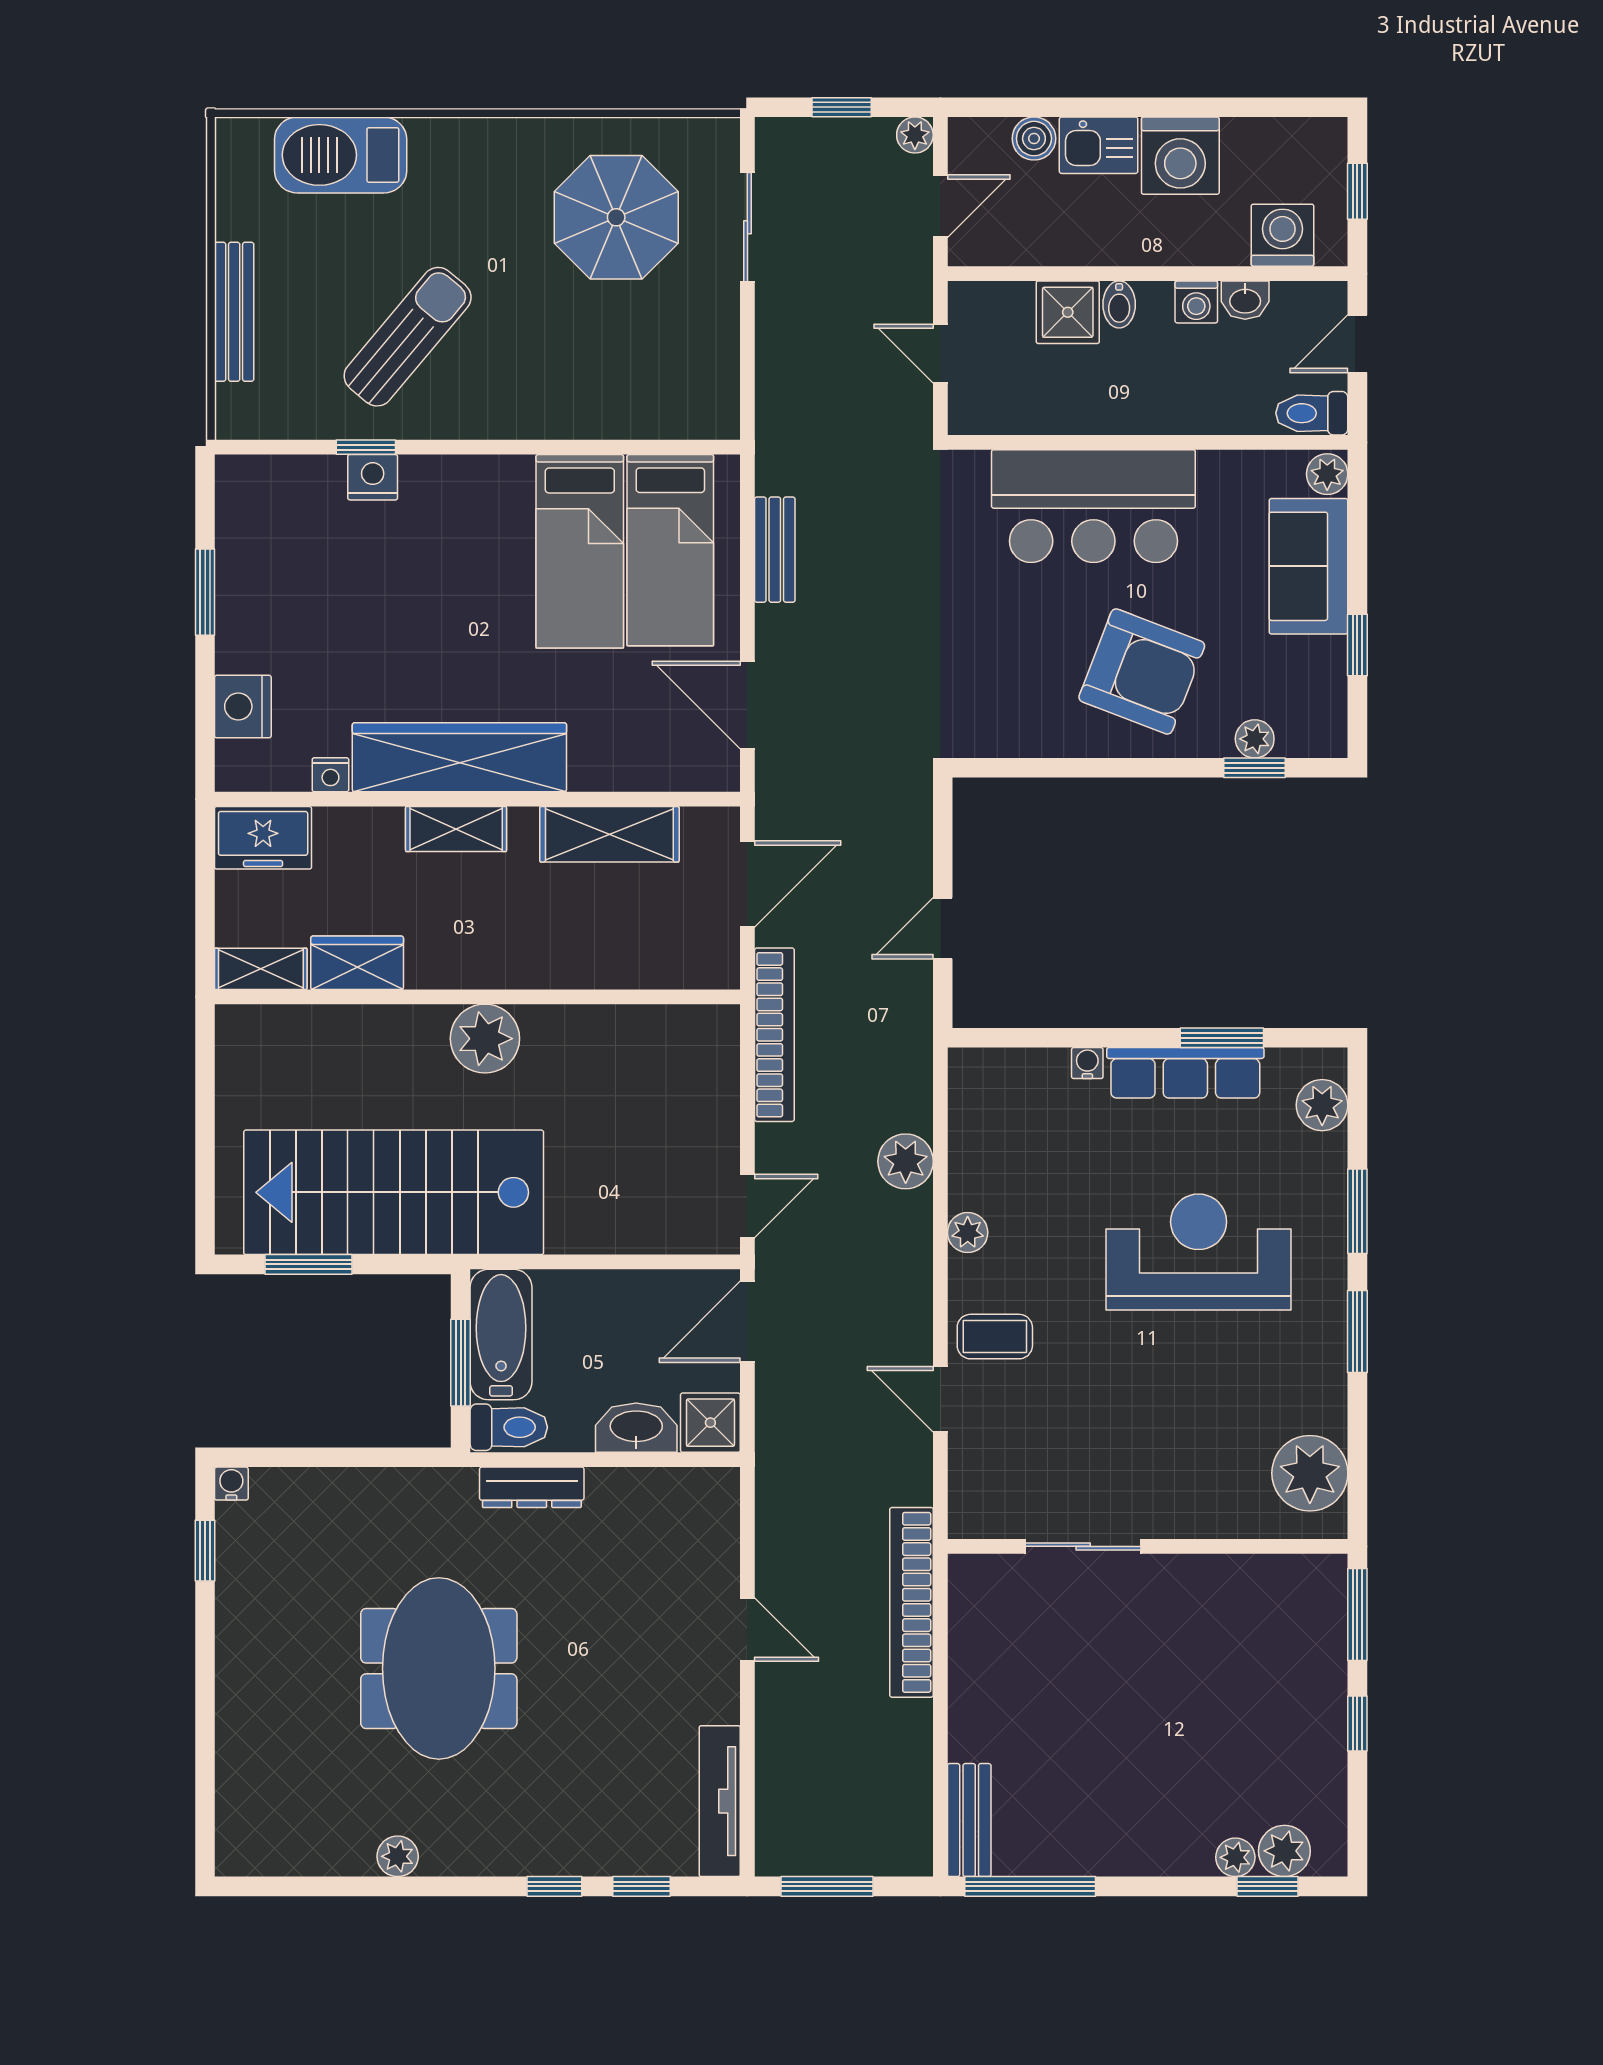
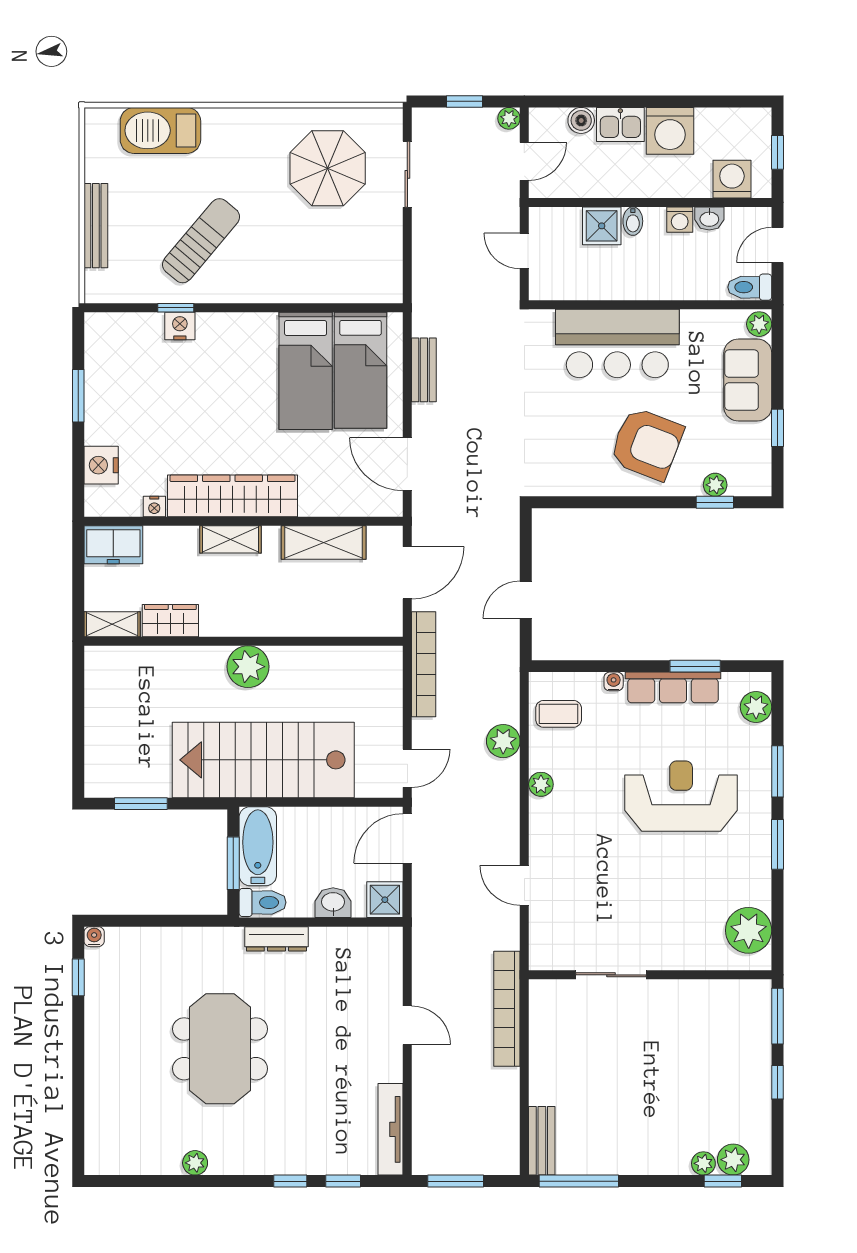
stairs: (394, 1192) -> (263, 760), moved
coffee table: (995, 1337) -> (559, 714), moved
washbasin: (636, 1428) -> (333, 903), width x0.72

